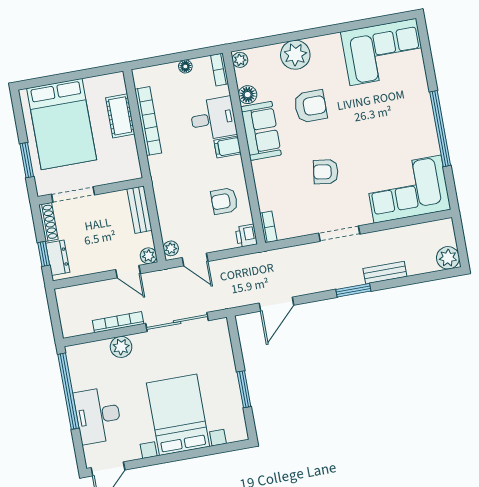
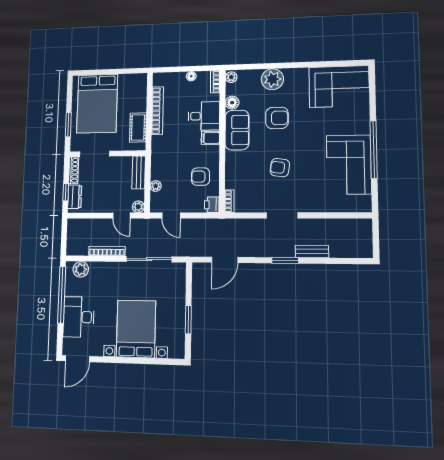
cot: (120, 116) -> (138, 127), moved
corner sofa: (408, 189) -> (349, 165), moved, turned -90
plant: (171, 248) -> (156, 186), moved
plant: (448, 258) -> (364, 249), removed
plant: (121, 347) -> (81, 269), moved

